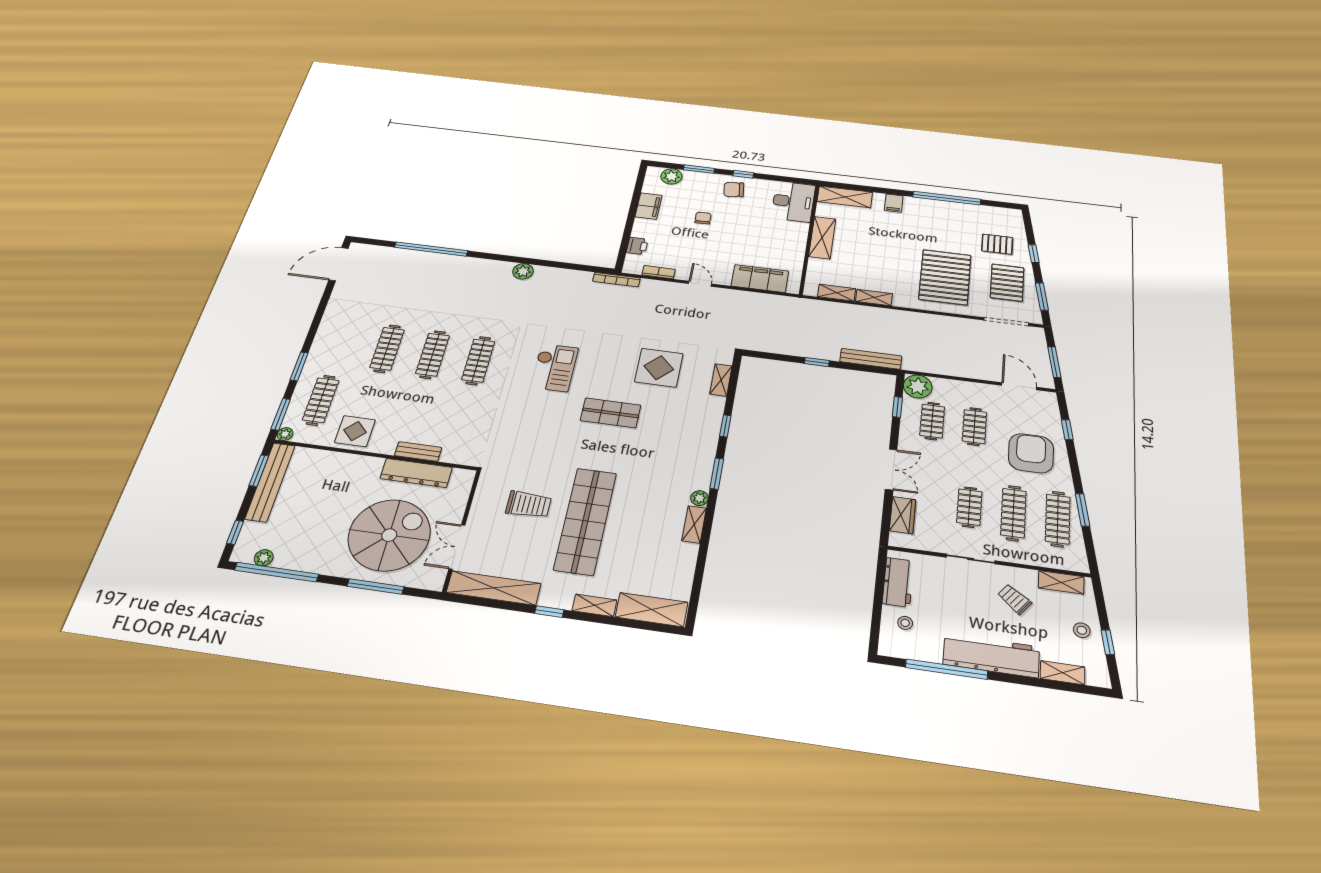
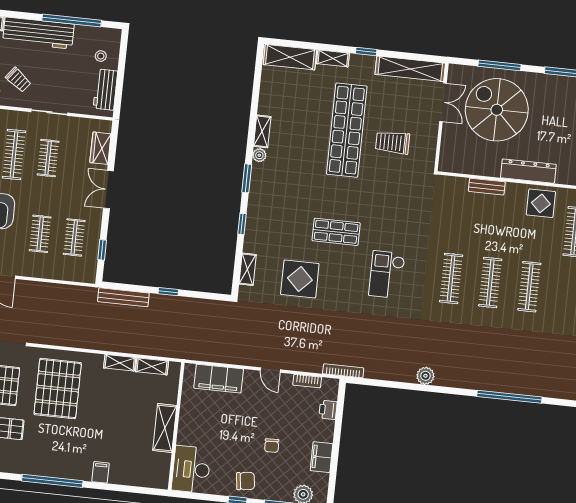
shelving: (845, 197) -> (145, 477), removed
plant: (918, 387) -> (85, 271), removed
dresser: (416, 473) -> (528, 171), moved
spiral stairs: (389, 535) -> (497, 110), turned 90

